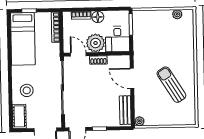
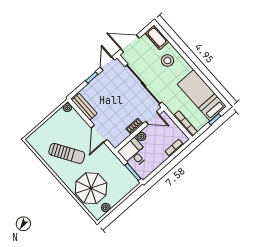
floor lamp: (98, 17) -> (161, 157), removed
parasol: (176, 40) -> (91, 188), added
plant: (96, 43) -> (141, 136), width x0.53, depth x0.53
door: (132, 78) -> (99, 134), swing flipped

